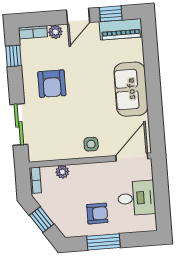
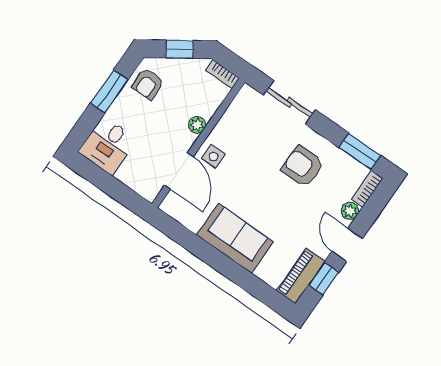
window: (14, 56) -> (360, 151), width x1.50
door: (132, 157) -> (179, 171), moved
plant: (62, 172) -> (197, 125), moved
desk: (137, 198) -> (108, 145), moved
armchair: (97, 214) -> (148, 84), moved

